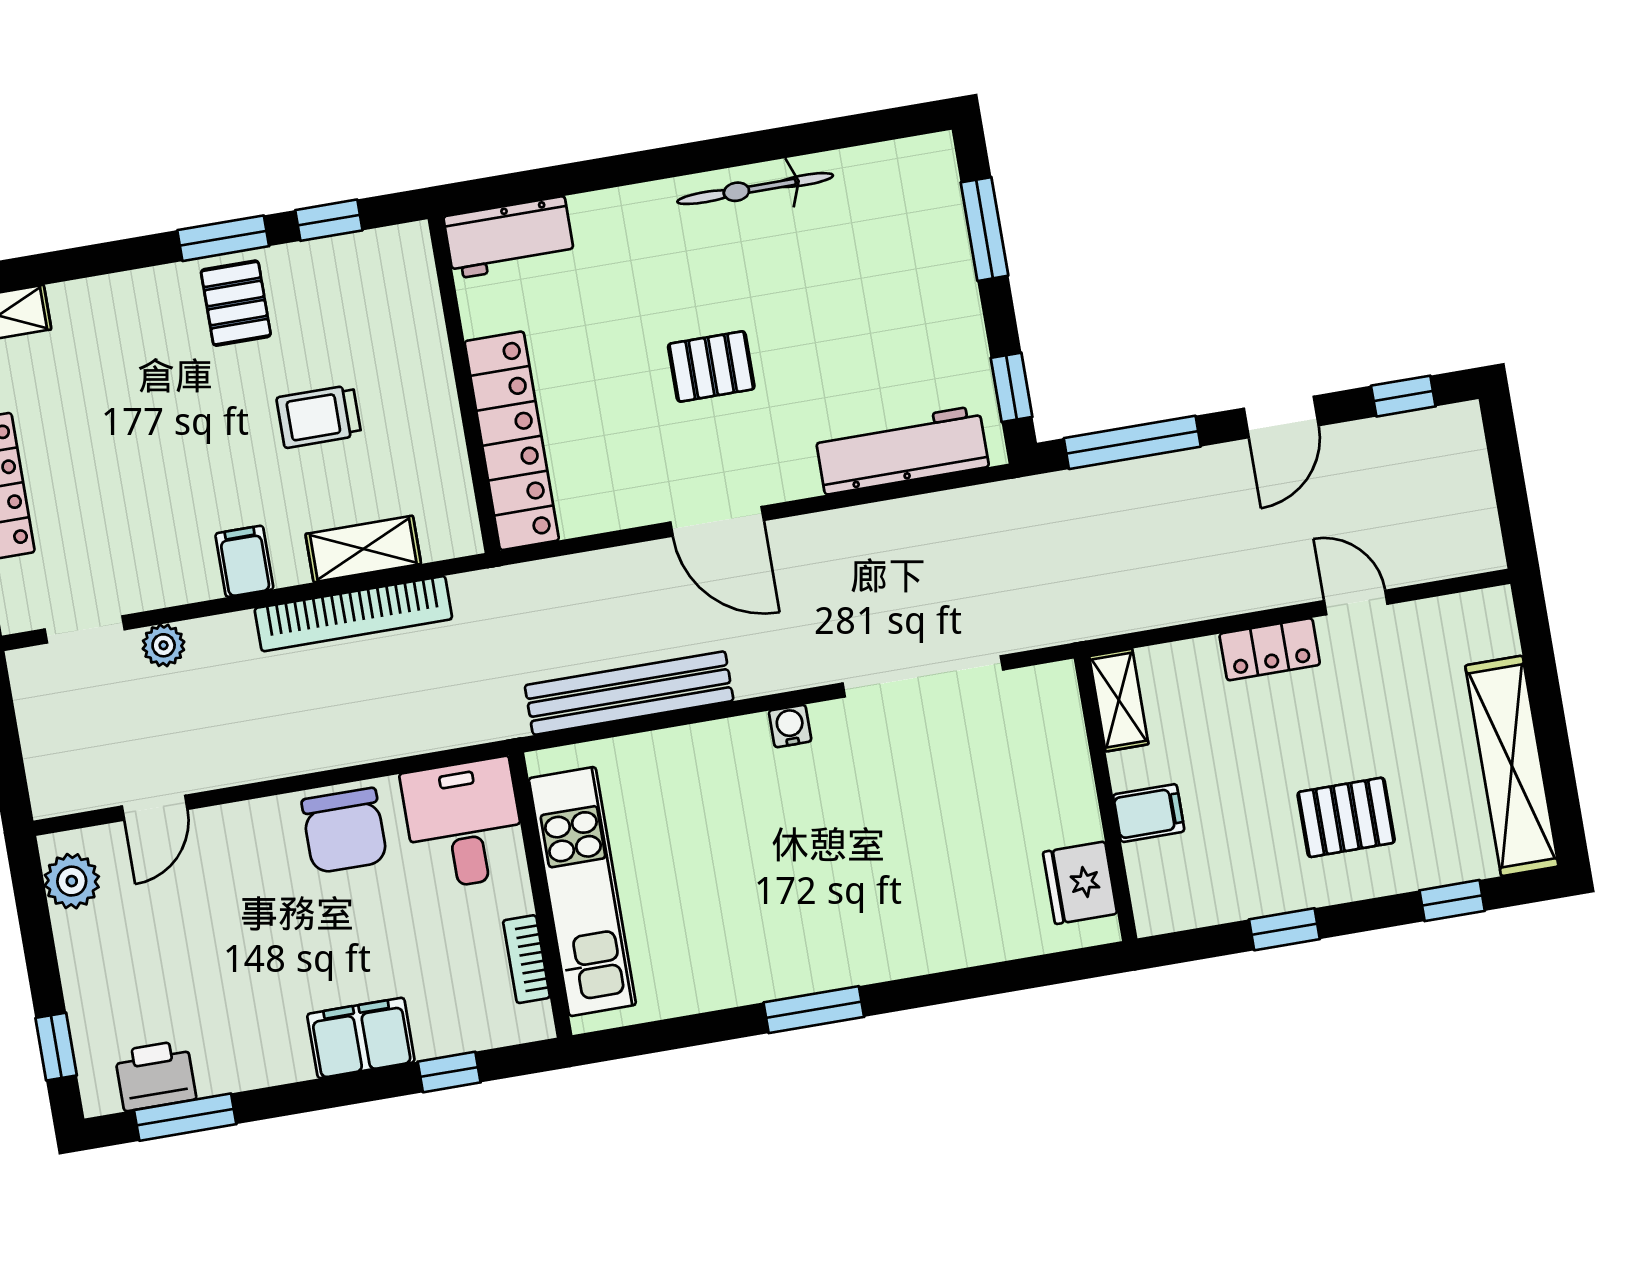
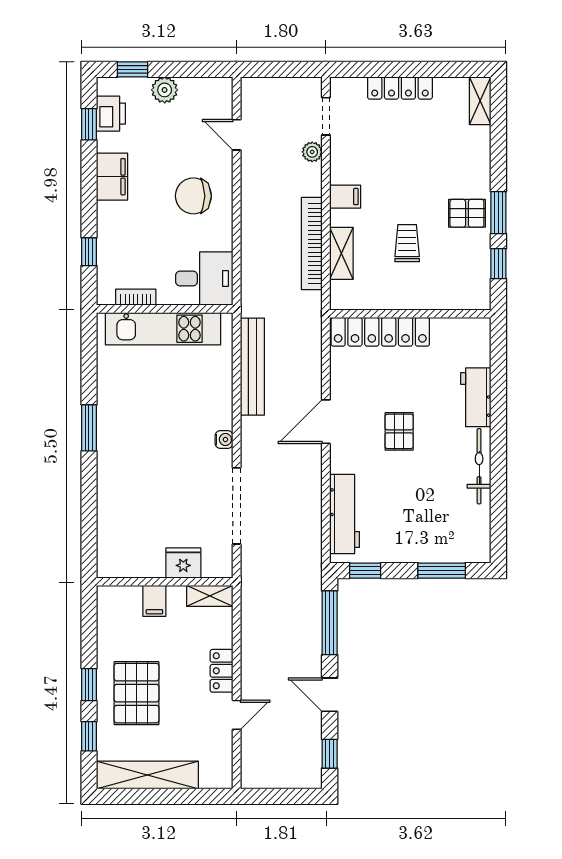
workbench: (509, 238) -> (476, 397), moved
pallet: (1346, 817) -> (137, 693), width x1.50, depth x1.42
chair: (344, 831) -> (193, 196), moved
plant: (72, 881) -> (165, 90), moved
fridge: (1080, 883) -> (183, 563), moved
window: (1284, 929) -> (89, 685), moved
filing cabinet: (361, 1038) -> (112, 177), moved
window: (185, 1117) -> (89, 124), width x0.67

